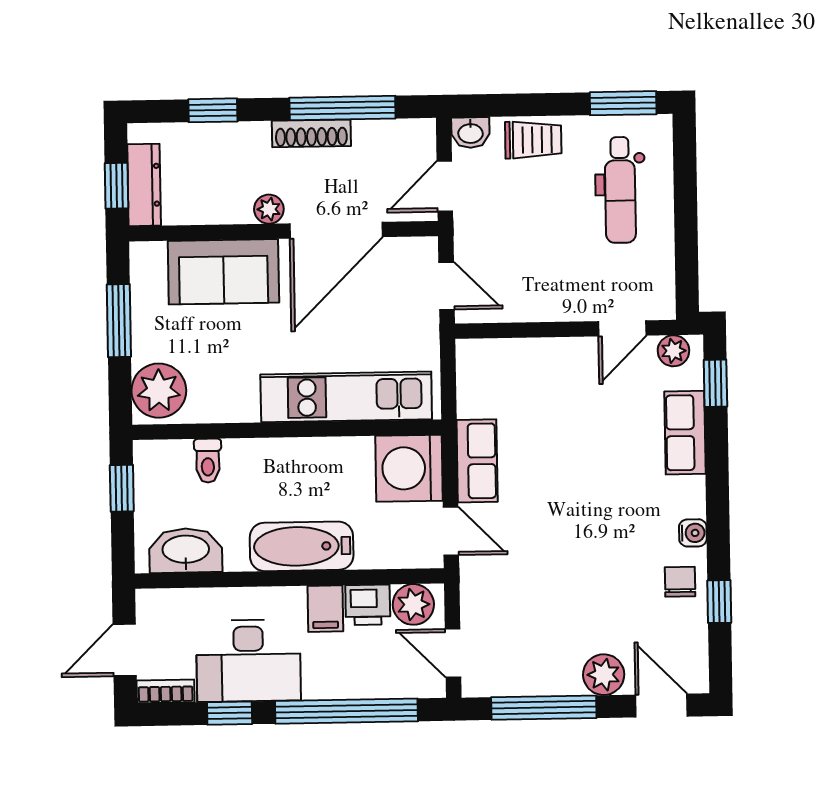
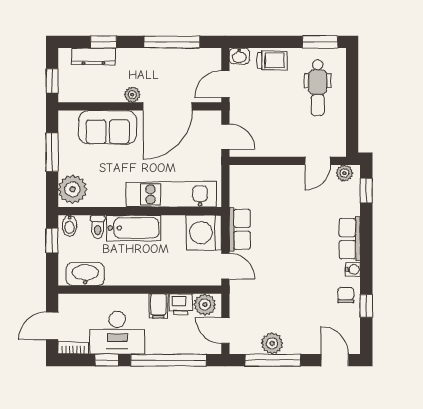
shoe rack: (311, 133) -> (155, 55), removed
dresser: (144, 185) -> (93, 56), moved, turned 90
row of seats: (685, 433) -> (350, 239), moved
bidet: (154, 459) -> (69, 226), added
bathtub: (302, 546) -> (134, 228), moved, turned 180
plant: (604, 675) -> (272, 343), moved

